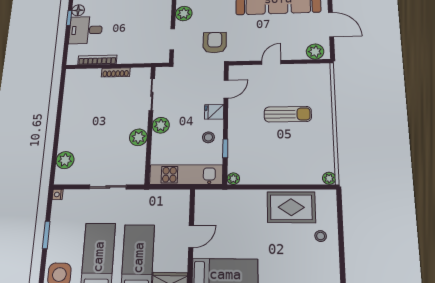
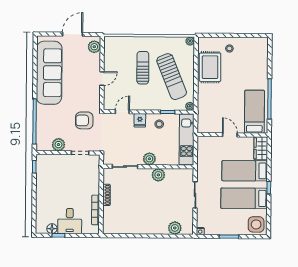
door: (271, 62) -> (102, 79), swing flipped
door: (226, 89) -> (122, 112), hinge flipped
sun lounger: (276, 153) -> (172, 77), added

